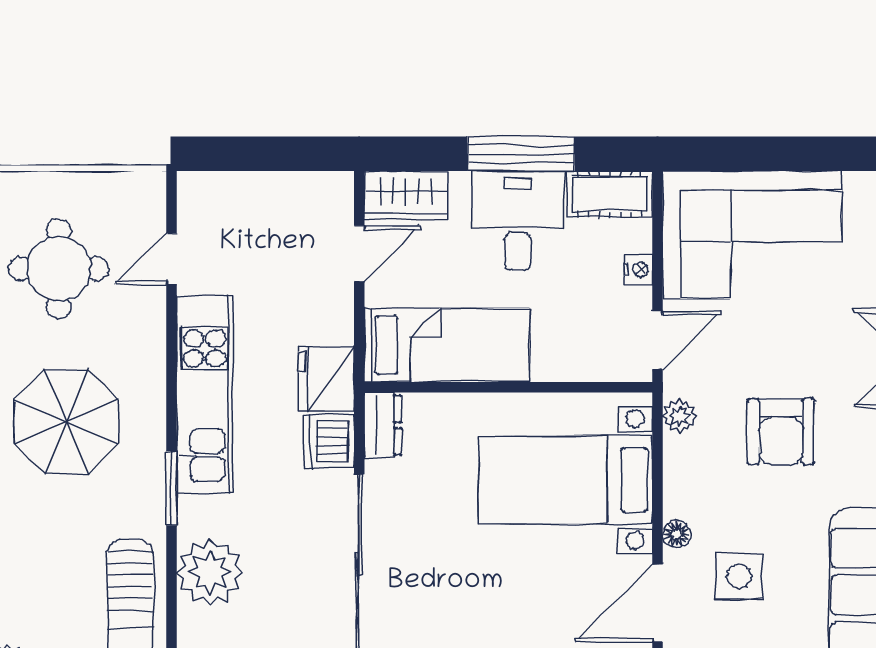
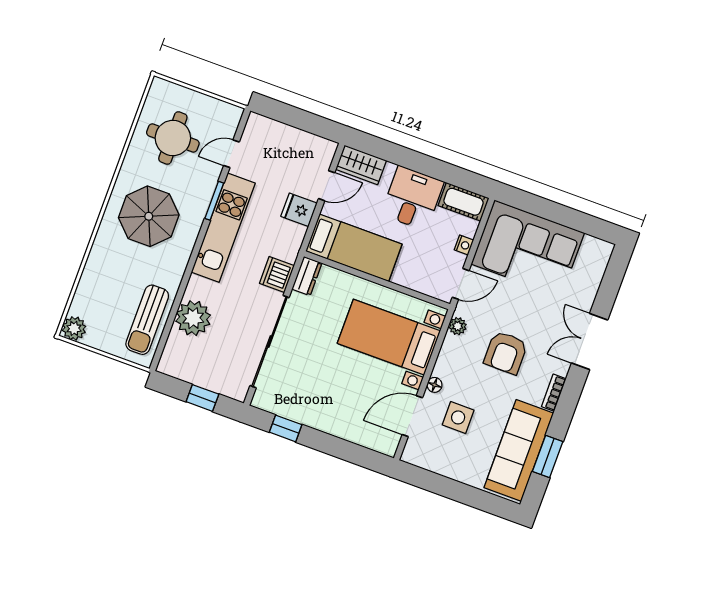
window: (521, 154) -> (426, 165), removed
fridge: (326, 379) -> (299, 210), moved, width x0.72
window: (172, 488) -> (214, 201), moved

